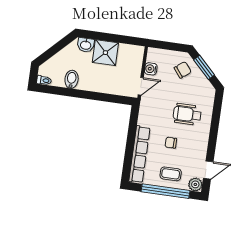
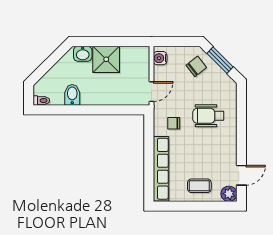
water cooler: (151, 69) -> (160, 58), moved
chair: (171, 143) -> (174, 123), moved
window: (165, 191) -> (196, 206), removed

